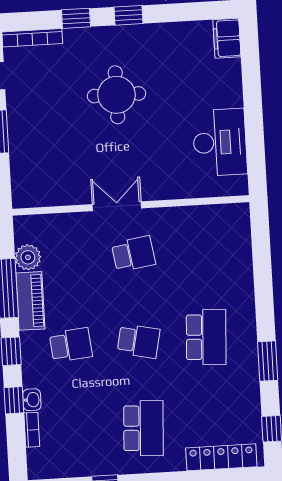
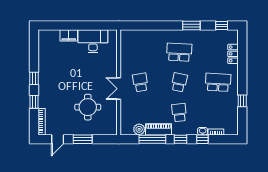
filing cabinet: (227, 38) -> (69, 35), moved
round table: (116, 95) -> (88, 107), moved
locker: (221, 457) -> (233, 54), width x0.66

